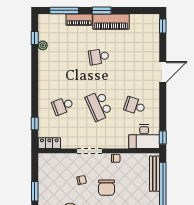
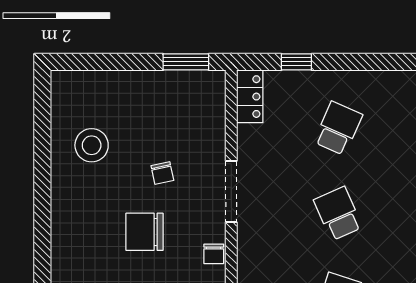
school desk: (63, 106) -> (338, 128), turned 45
school desk: (99, 106) -> (338, 214), width x0.54
window: (35, 191) -> (186, 62), moved

